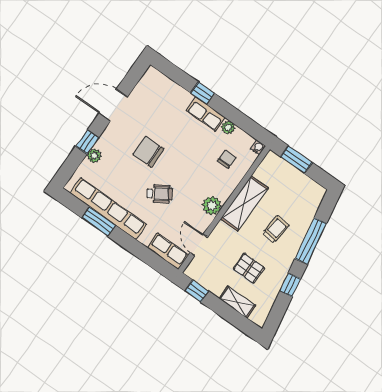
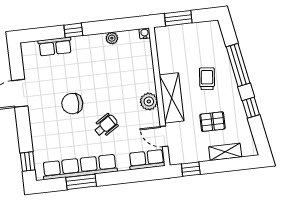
row of seats: (206, 114) -> (55, 47), moved
window: (87, 142) -> (28, 162), moved
plant: (94, 156) -> (38, 140), removed
chair: (227, 159) -> (130, 61), removed
shelving: (244, 203) -> (172, 98), moved

